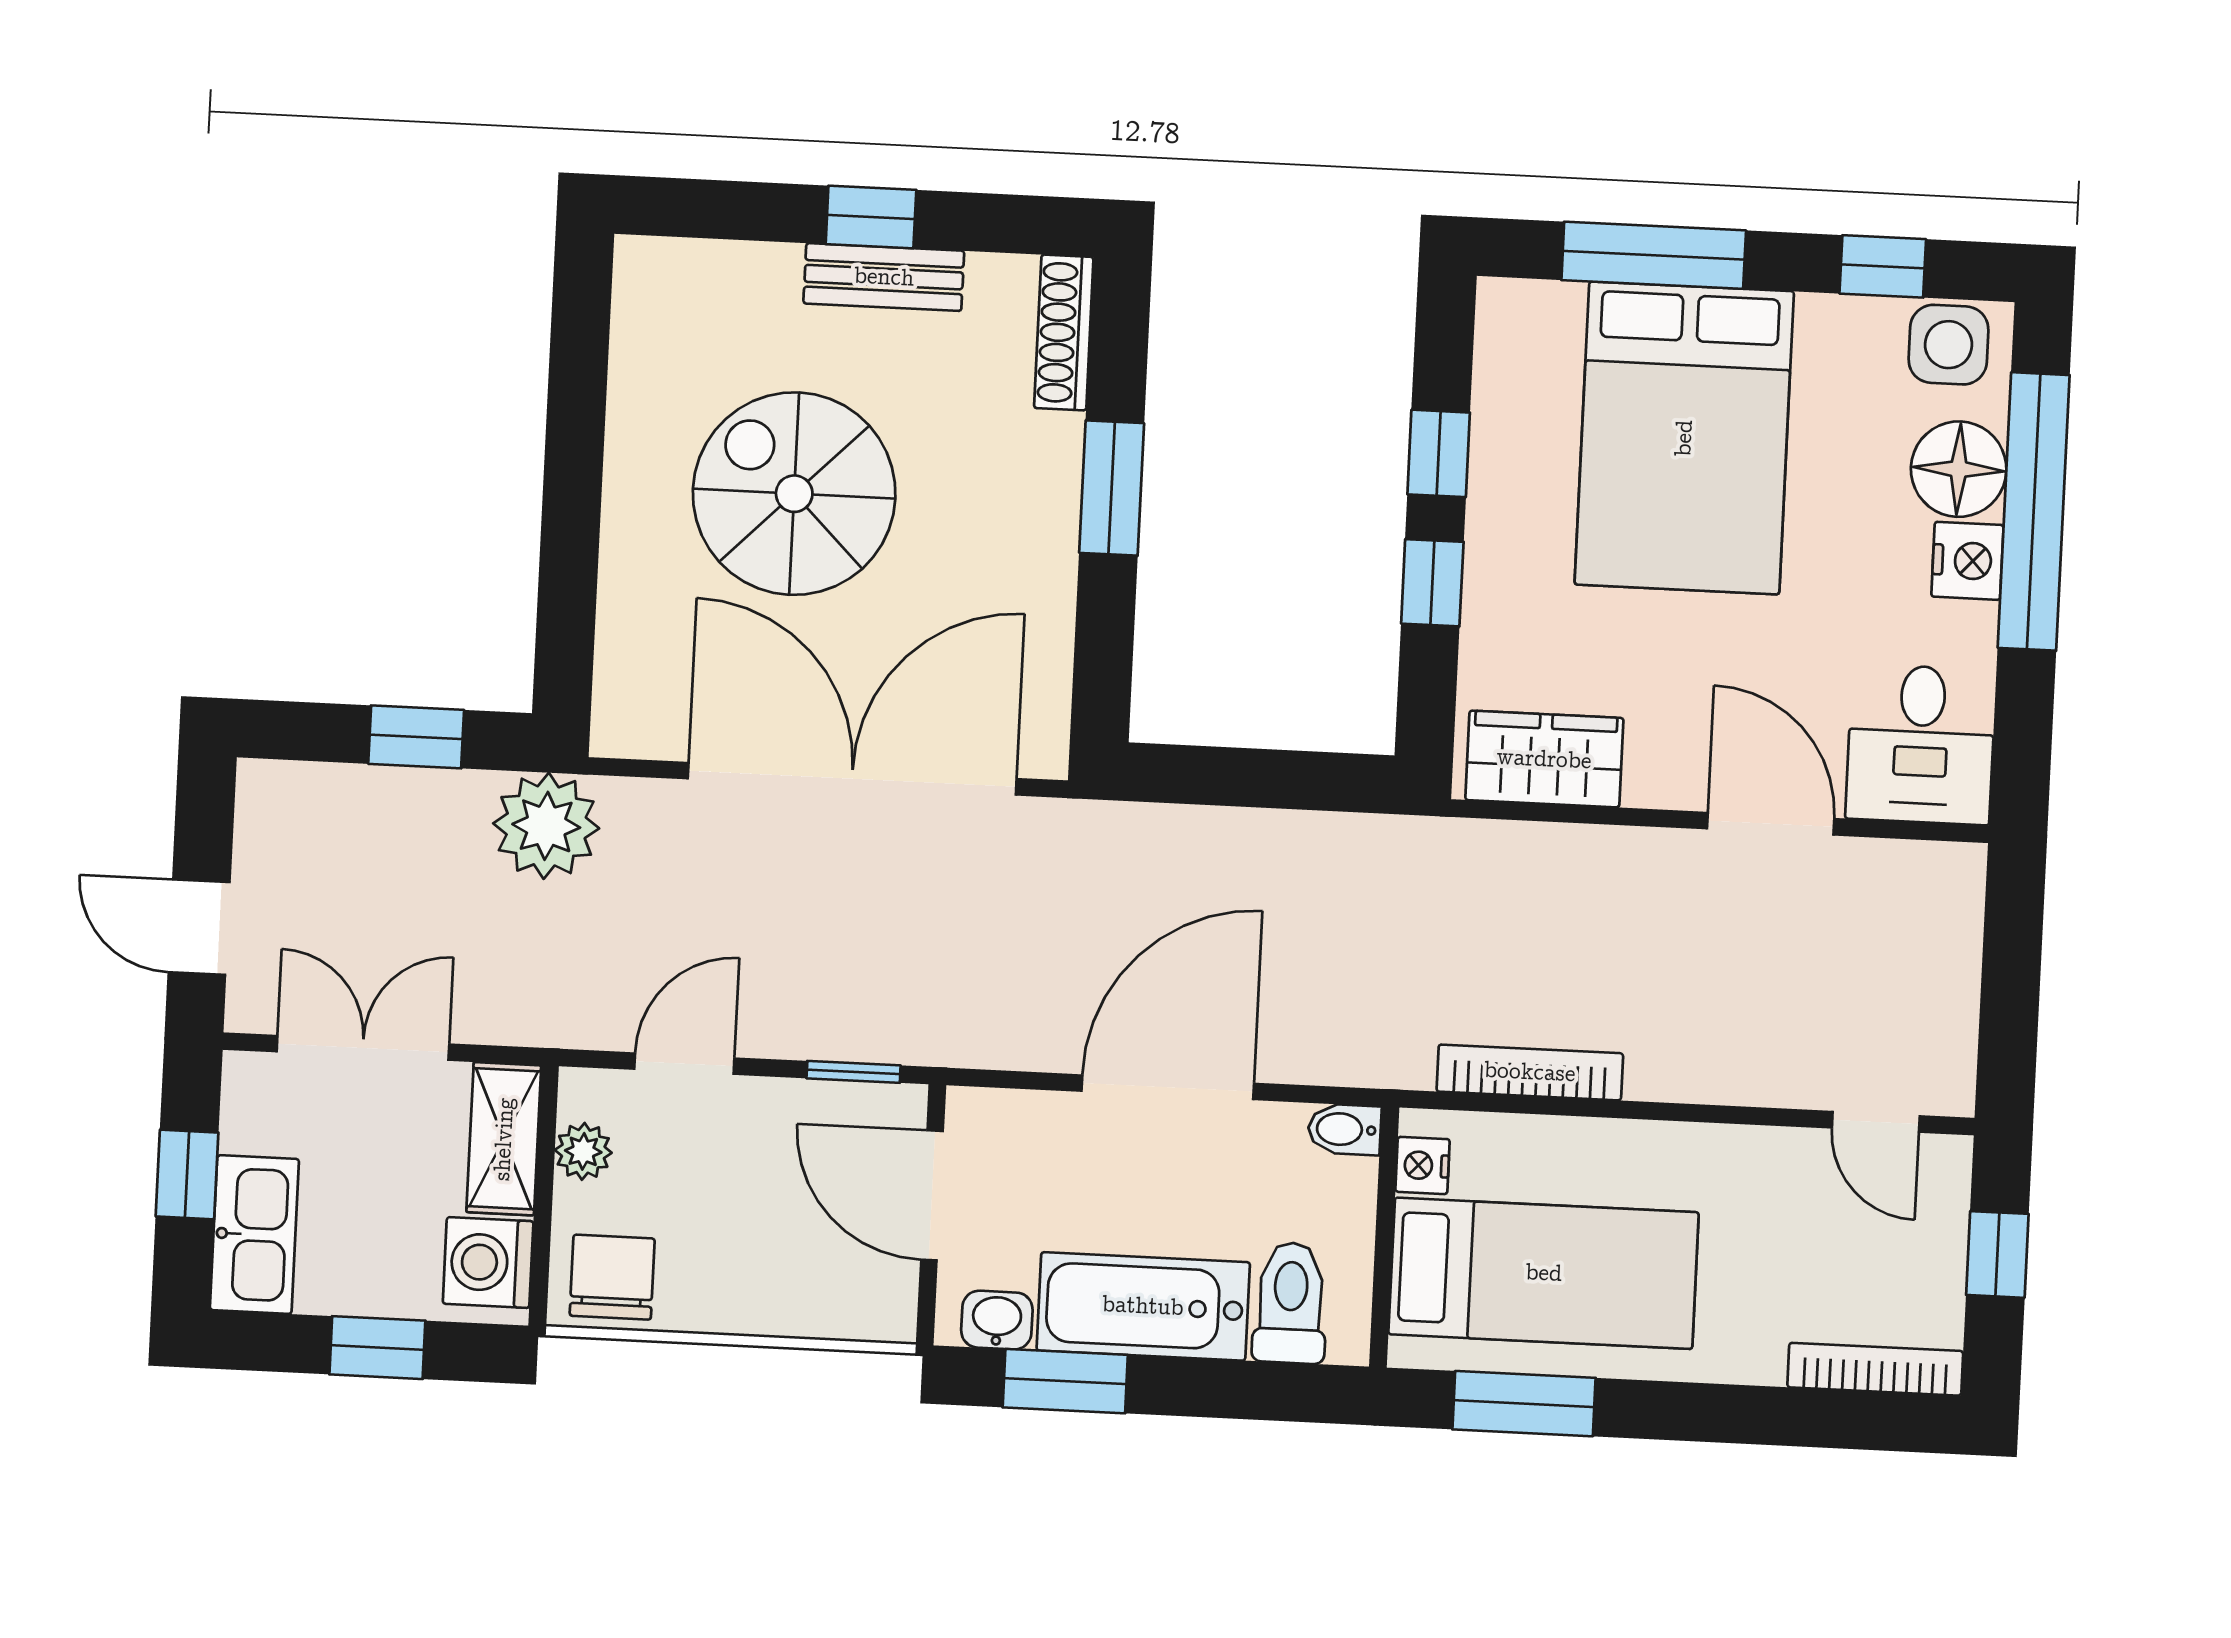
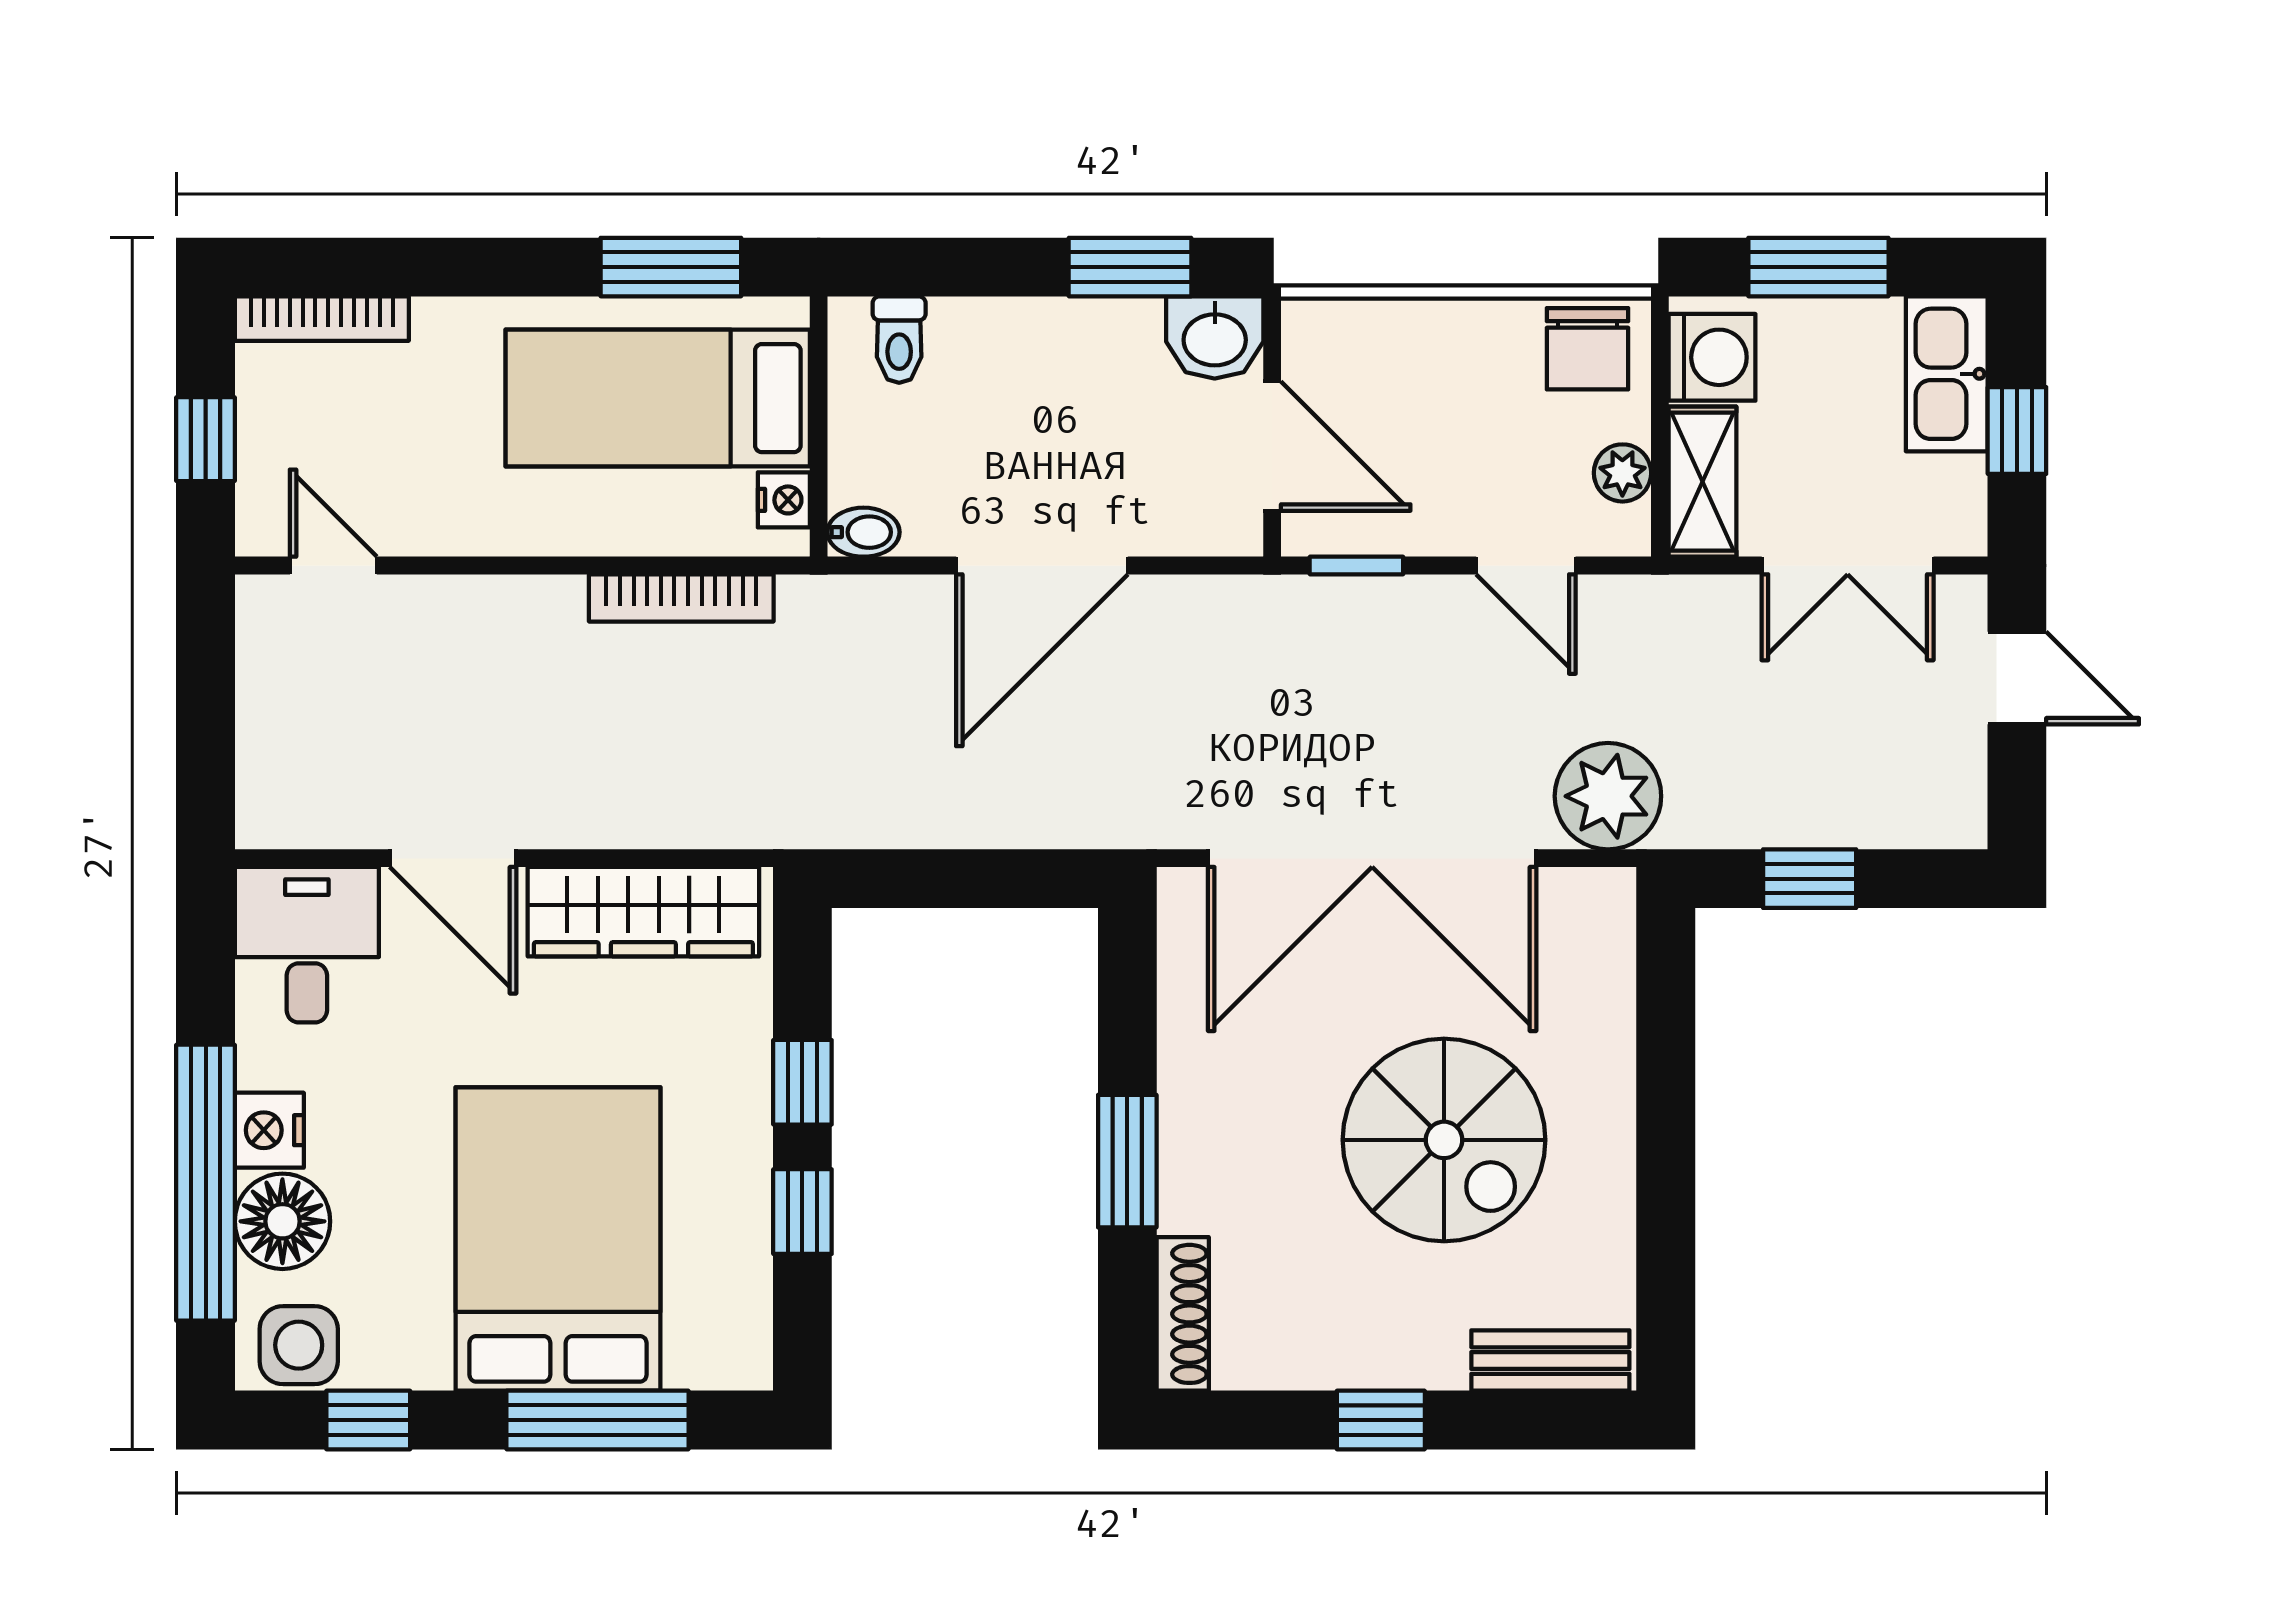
bench: (884, 277) -> (1550, 1361), moved
wardrobe: (1544, 759) -> (643, 912), width x1.50
plant: (546, 826) -> (1608, 796), moved
door: (684, 1064) -> (1526, 566), hinge flipped
toilet: (1290, 1303) -> (899, 340), width x0.73, depth x0.72
bathtub: (1143, 1306) -> (1056, 346), removed
washbasin: (997, 1320) -> (1215, 337), width x1.38, depth x1.45
window: (377, 1348) -> (1818, 267), width x1.50

